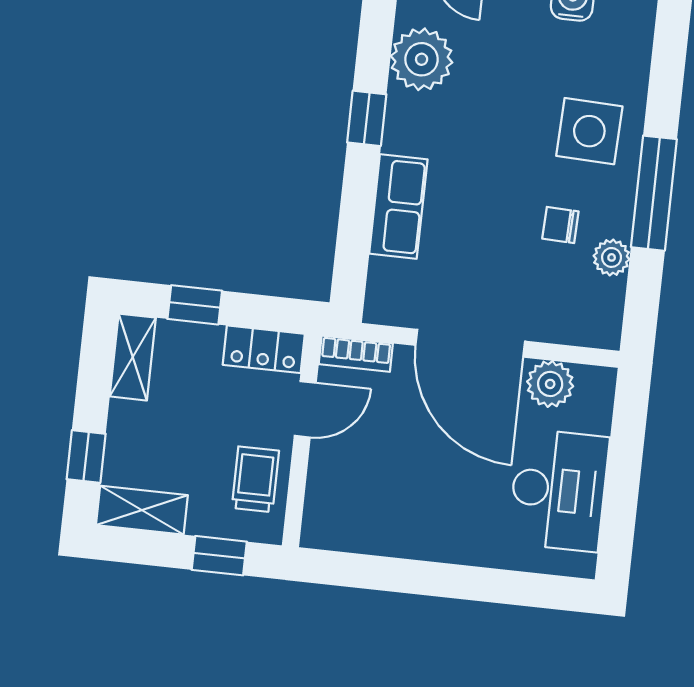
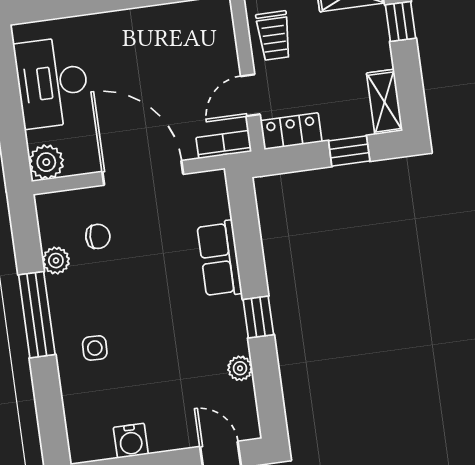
plant: (422, 59) -> (240, 368), width x0.53, depth x0.53
side table: (589, 131) -> (95, 348), width x0.54, depth x0.54
chair: (560, 225) -> (98, 236), moved
plant: (550, 384) -> (46, 162), moved

